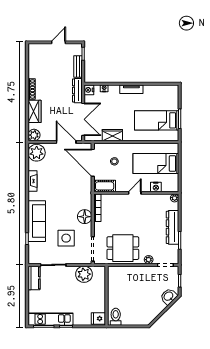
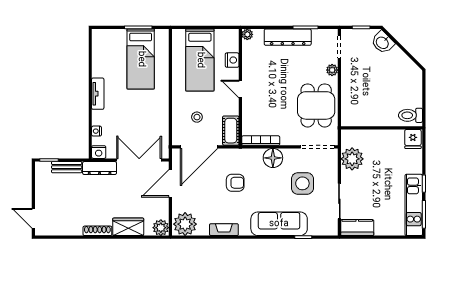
door: (58, 42) -> (33, 218), moved
wardrobe: (112, 135) -> (161, 120), removed
armchair: (67, 189) -> (235, 183), added

